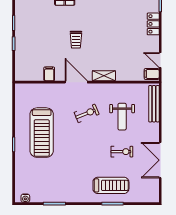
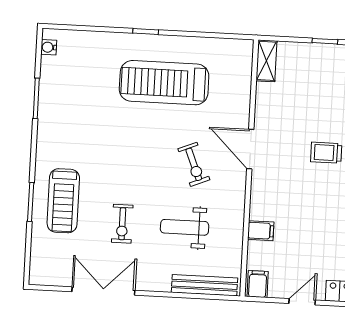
door: (160, 60) -> (302, 302), moved
filing cabinet: (49, 74) -> (261, 231), moved
shelving: (104, 76) -> (267, 61), moved
door: (76, 82) -> (250, 149), swing flipped

